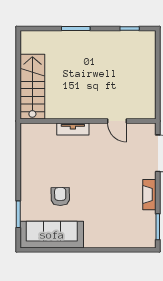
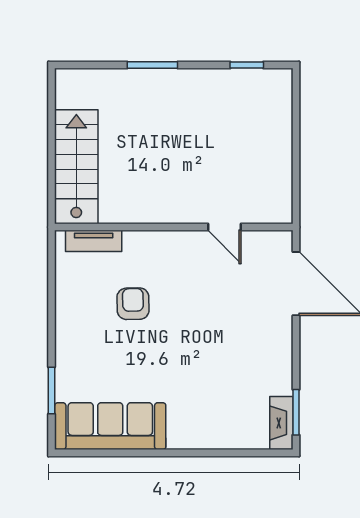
tv unit: (73, 129) -> (94, 241), moved
fireplace: (149, 195) -> (281, 423), moved
armchair: (60, 197) -> (133, 304), moved

